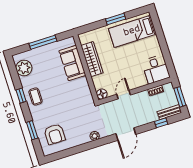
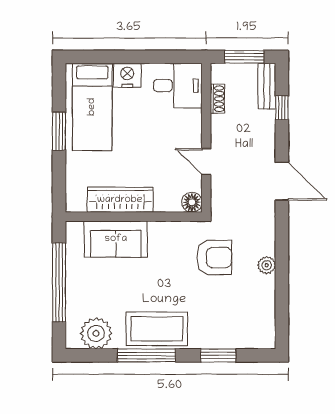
window: (43, 42) -> (59, 282), width x1.46
nightstand: (153, 43) -> (127, 75), added
window: (21, 96) -> (146, 355), width x2.17
coffee table: (35, 97) -> (157, 329), width x1.86, depth x1.72
armchair: (55, 134) -> (214, 257), moved
plant: (95, 136) -> (267, 265), moved

